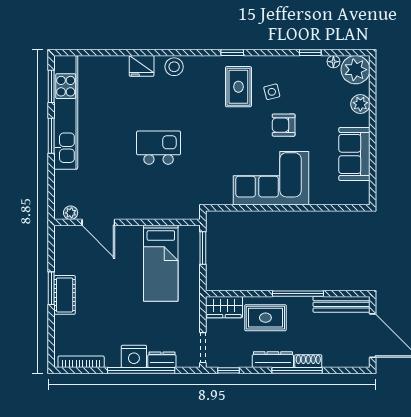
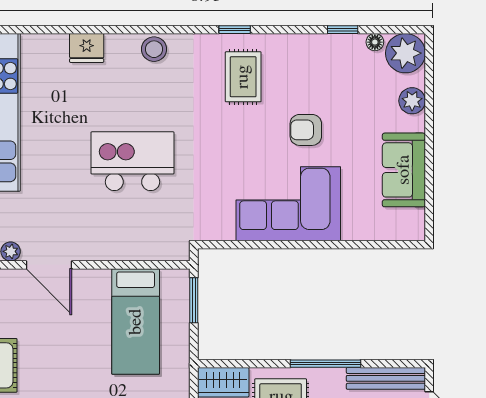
fridge: (142, 66) -> (87, 48), moved
side table: (272, 92) -> (289, 84), removed
kitchen island: (159, 148) -> (132, 161), width x1.37, depth x1.28

